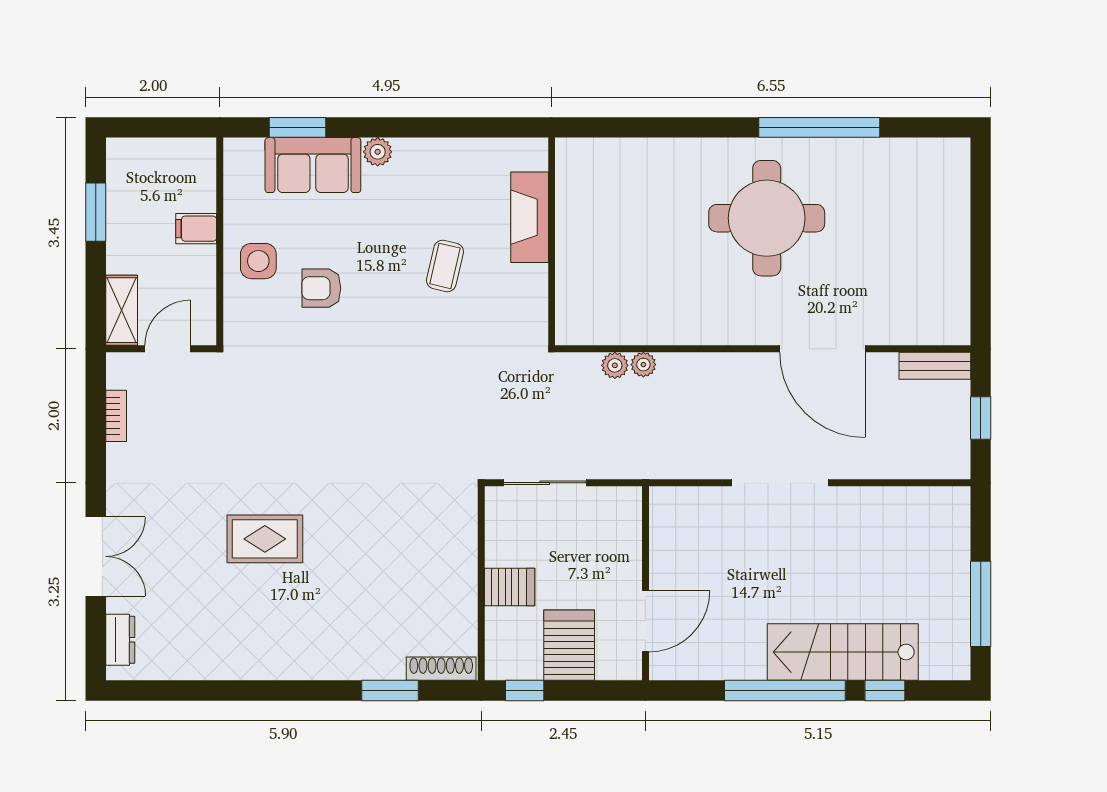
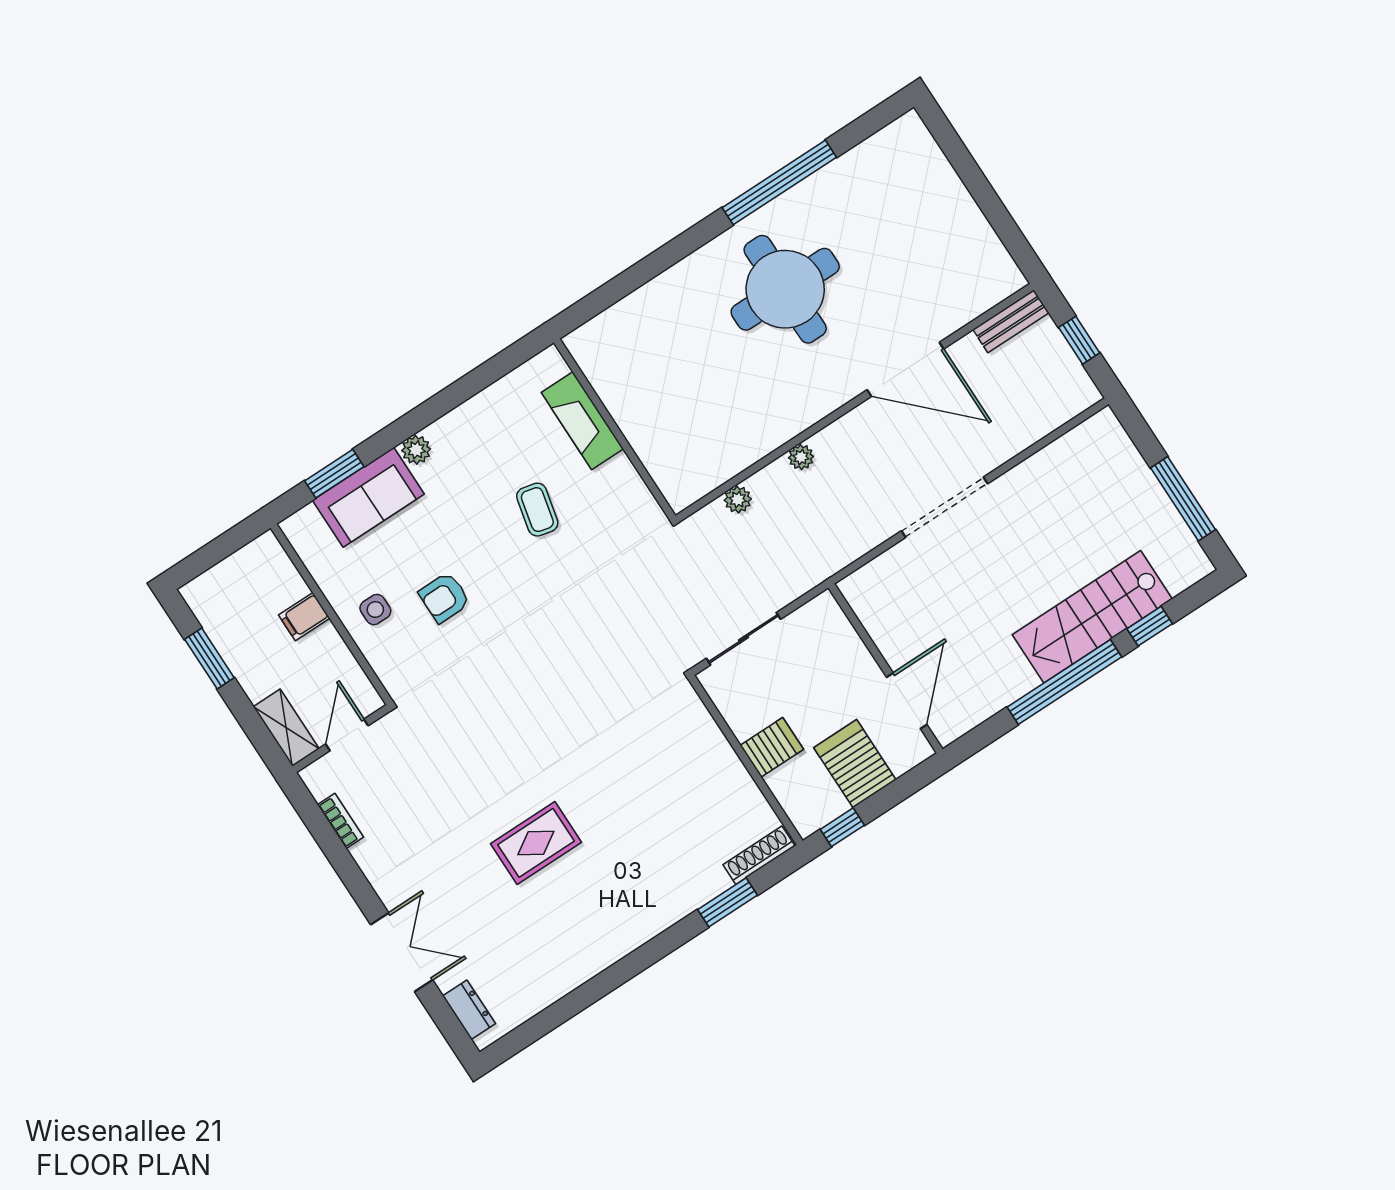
side table: (258, 261) -> (375, 610), width x0.73, depth x0.73
plant: (643, 365) -> (801, 457), moved

